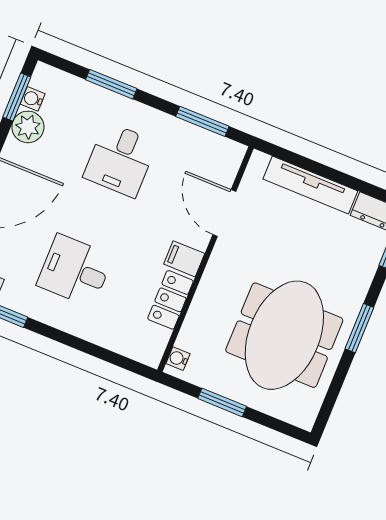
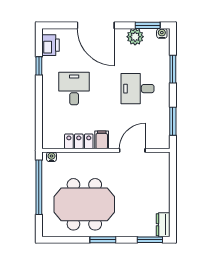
water cooler: (33, 99) -> (162, 33), moved
tv unit: (310, 185) -> (163, 187), removed
window: (222, 402) -> (39, 187), width x2.11

